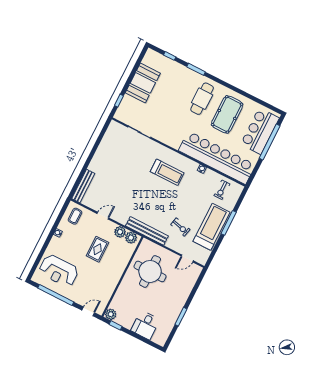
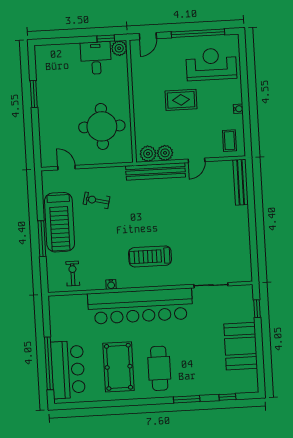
bar counter: (217, 158) -> (140, 306), moved
bench: (147, 231) -> (156, 171), moved
rug: (98, 249) -> (181, 100), moved, turned 90
door: (187, 258) -> (66, 168), hinge flipped
desk: (145, 325) -> (96, 58), moved

